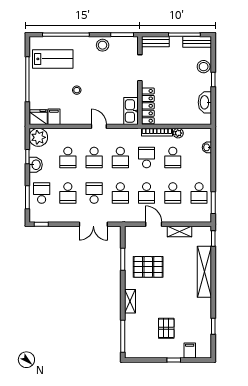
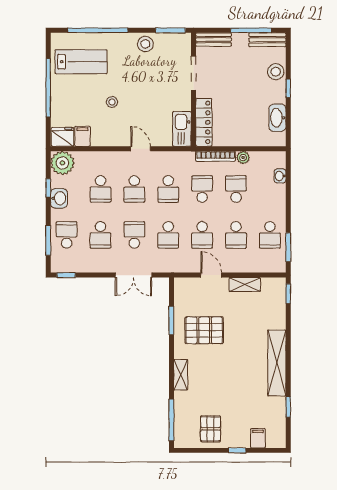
school desk: (173, 157) -> (236, 189), turned 180
shelving: (204, 272) -> (277, 363), moved
pallet: (166, 328) -> (210, 429), moved

